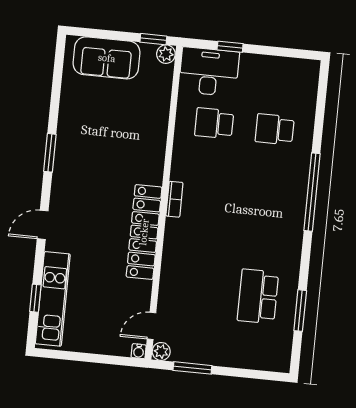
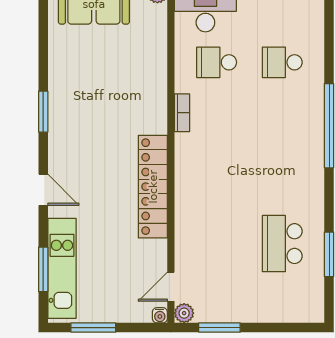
bookcase: (174, 199) -> (182, 113), moved
door: (43, 225) -> (43, 190), swing flipped
window: (35, 298) -> (43, 269), width x1.50
window: (76, 356) -> (93, 328), added

